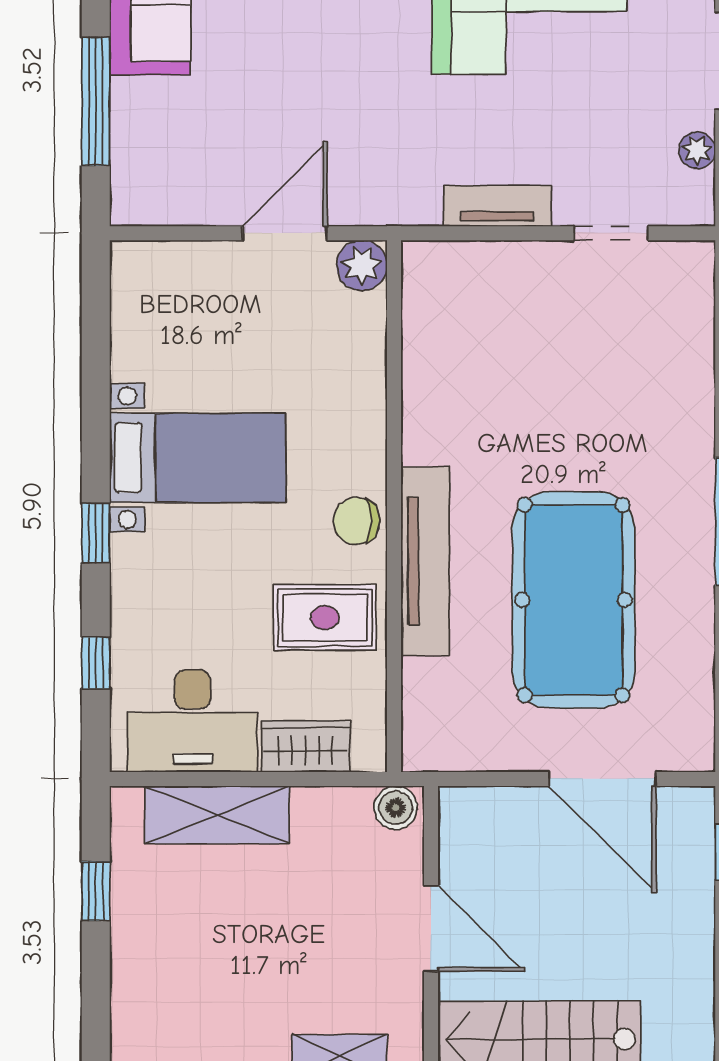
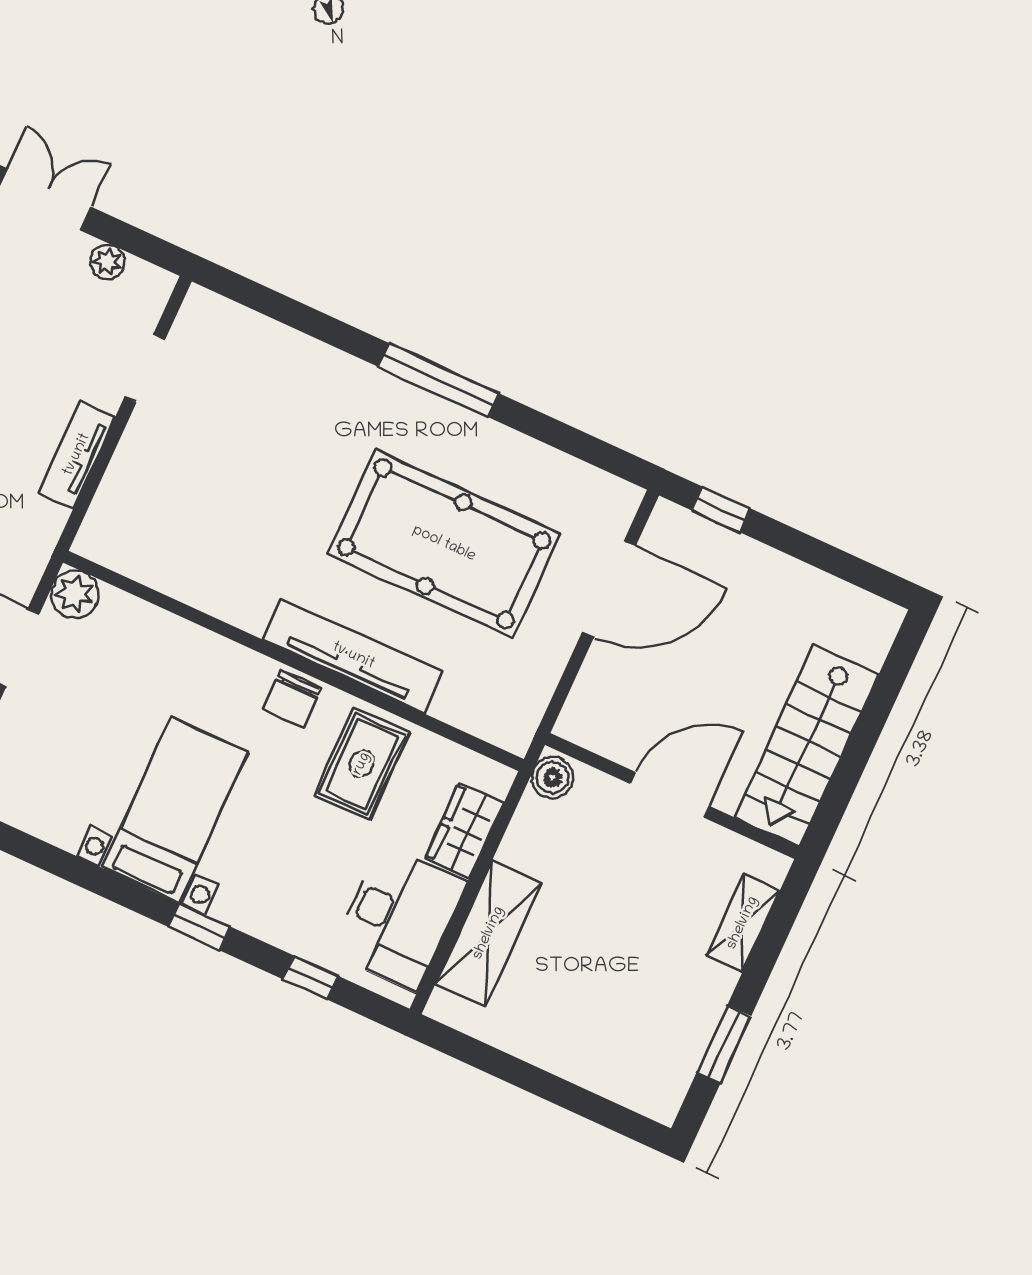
window: (96, 891) -> (506, 1067), removed

